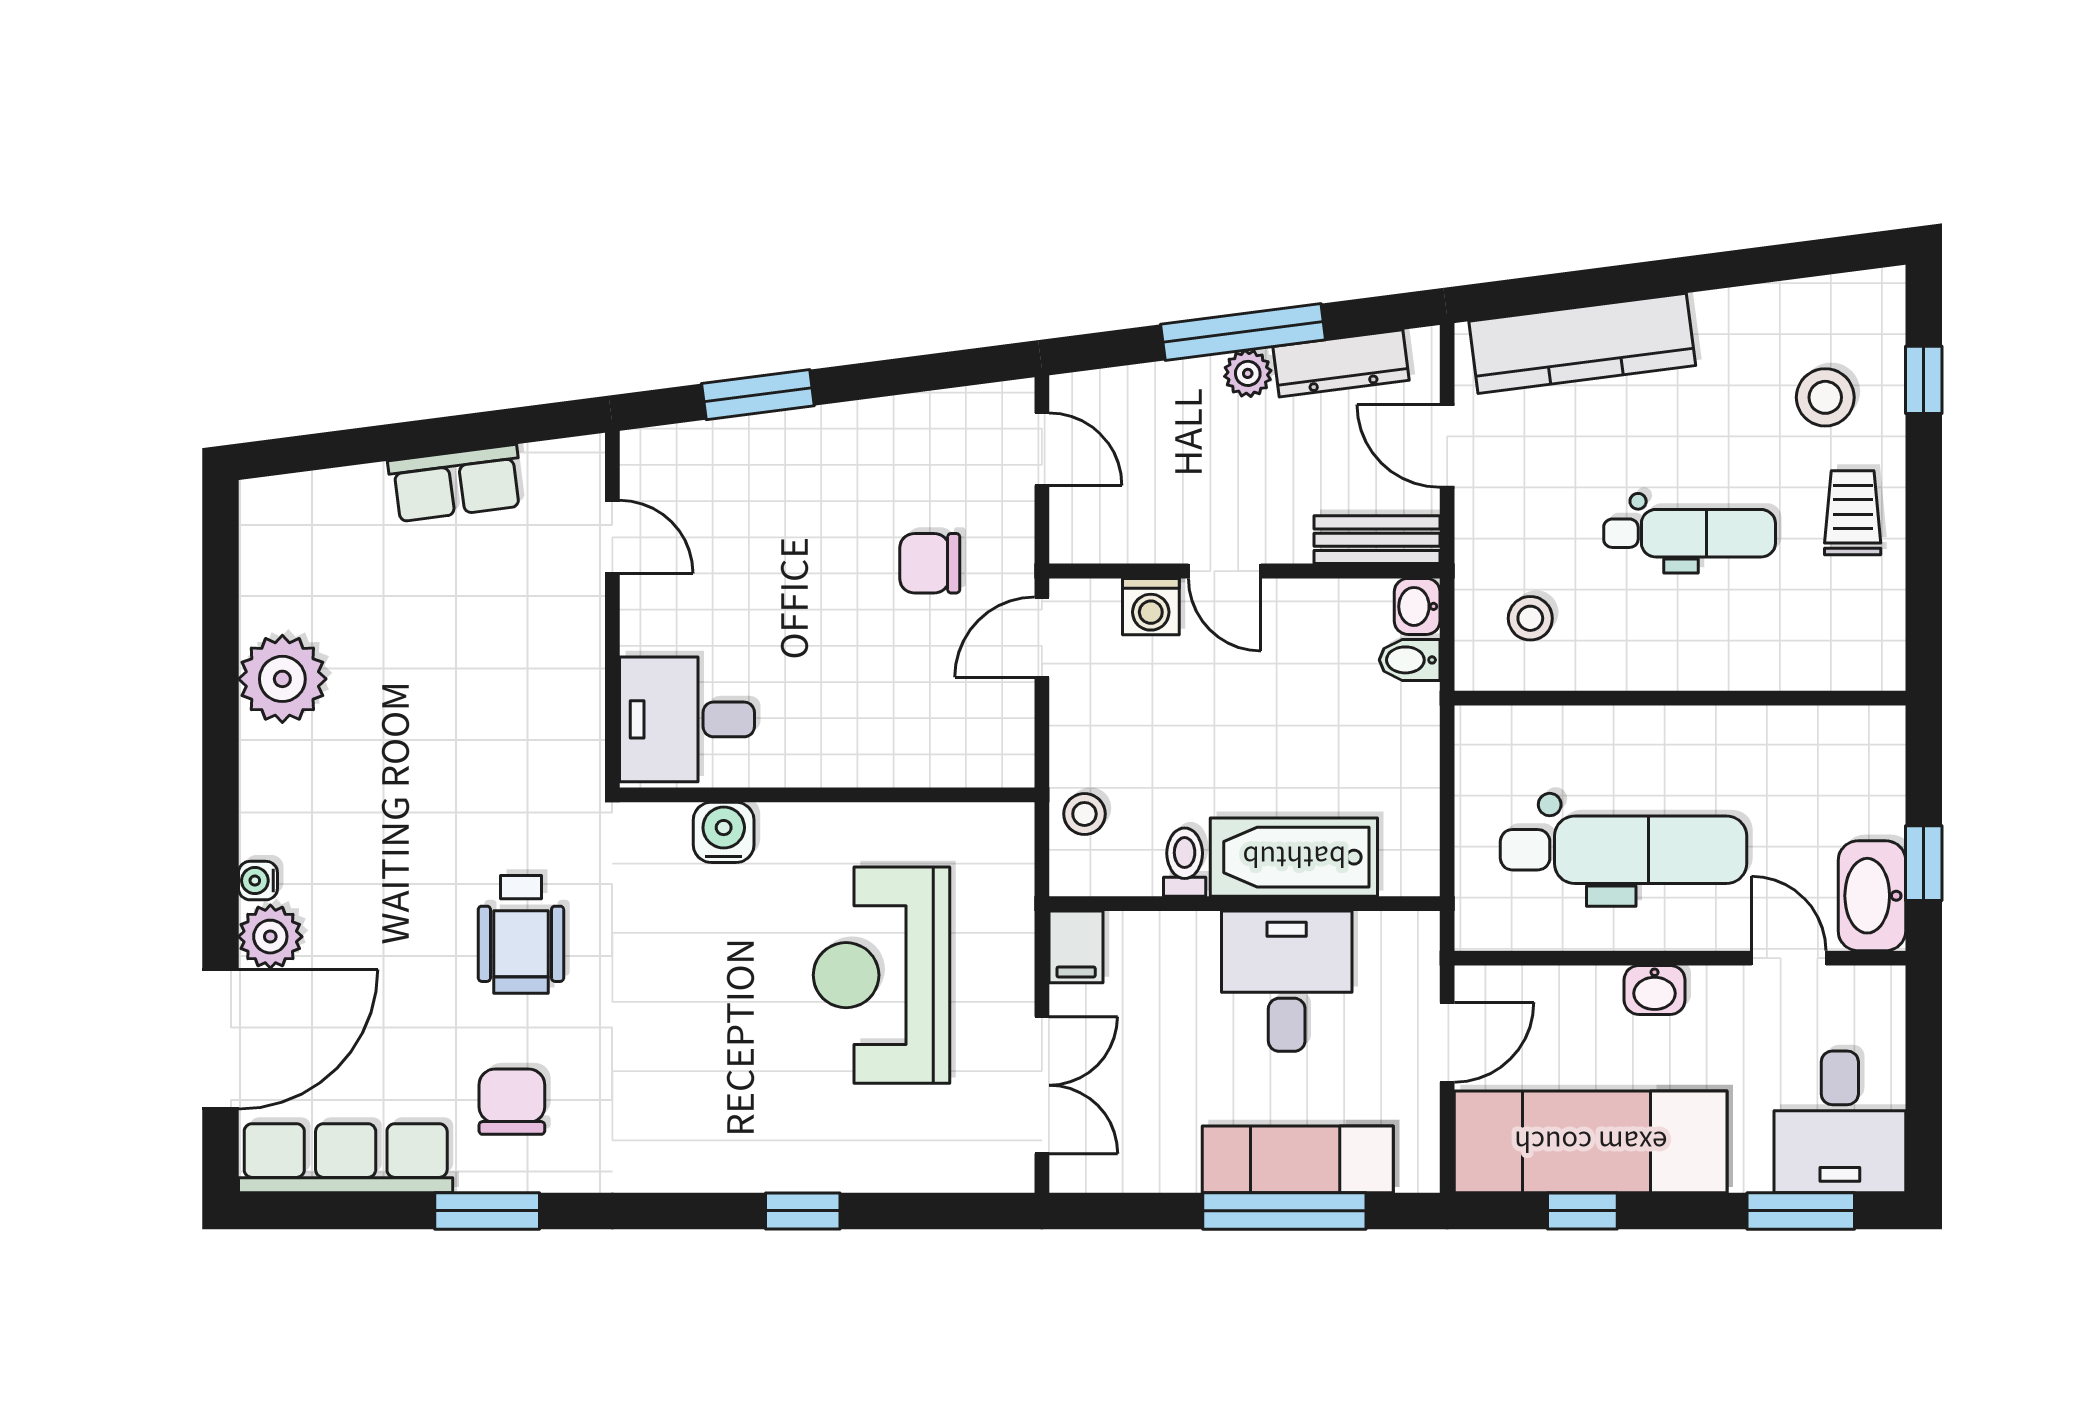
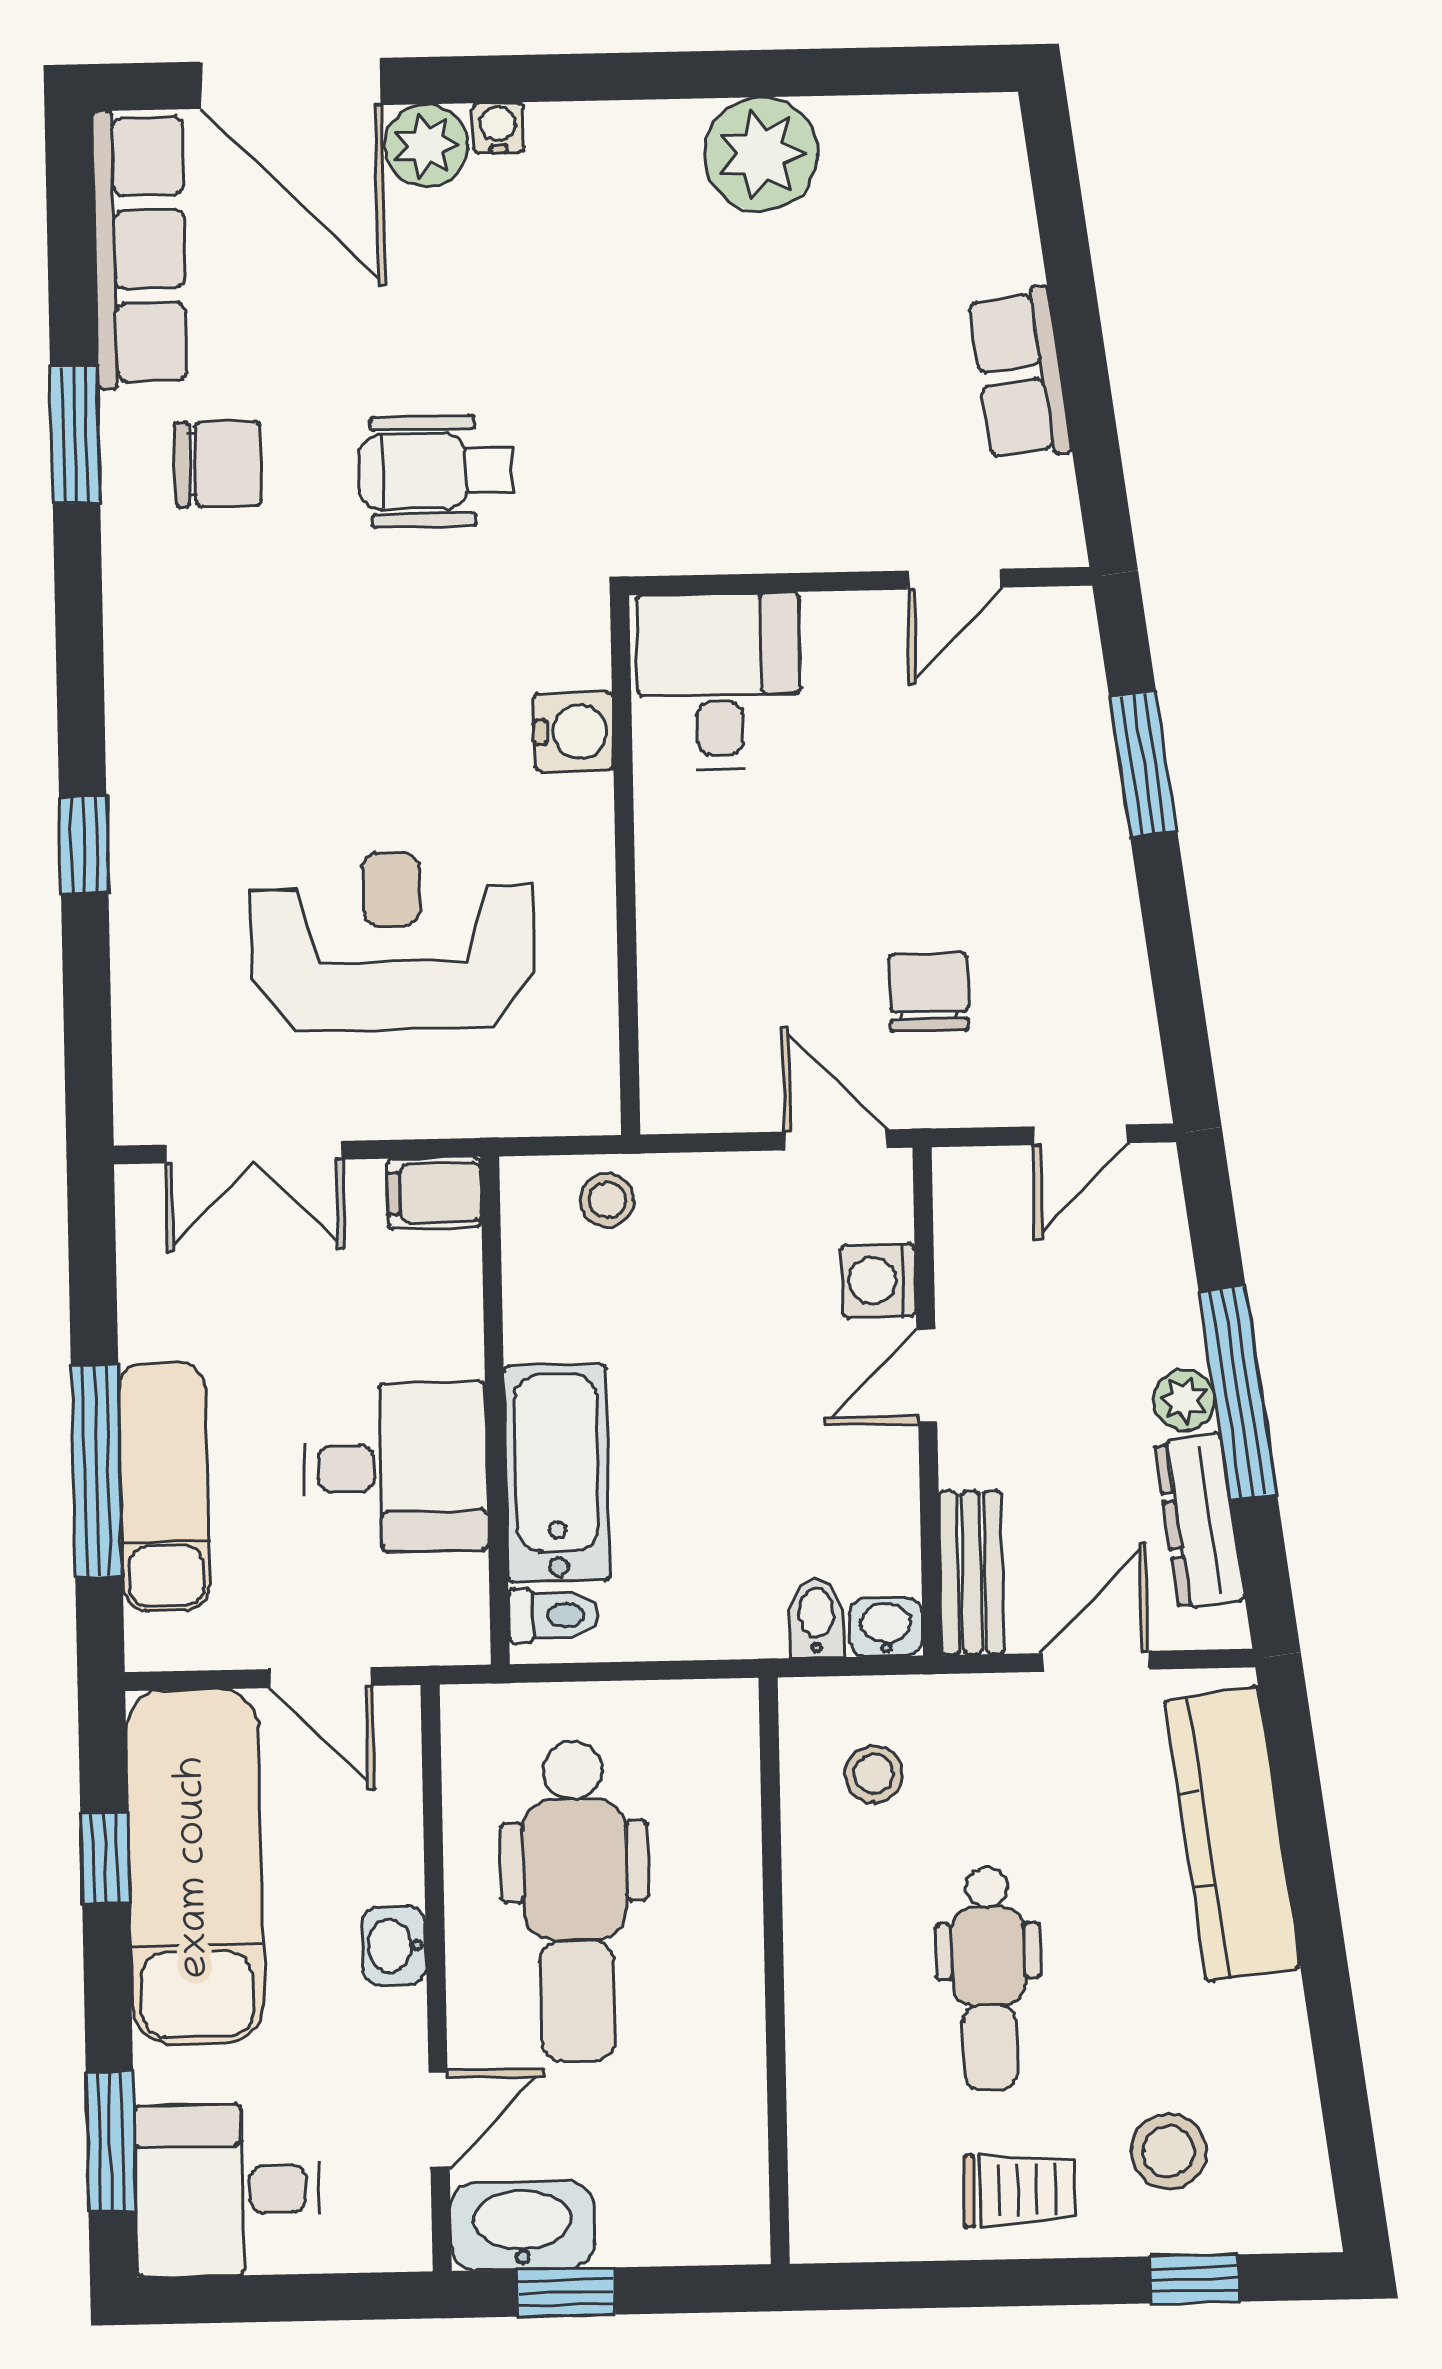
toilet: (1185, 862) -> (553, 1616), moved

